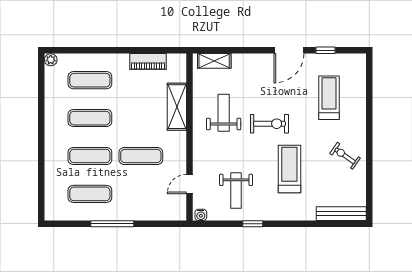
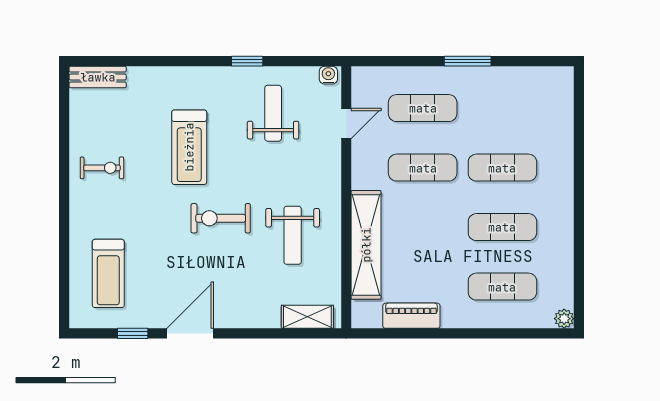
treadmill: (329, 98) -> (108, 273), moved
shelving: (177, 107) -> (366, 245), width x1.47
exercise bike: (345, 156) -> (102, 168), turned -35
exercise mat: (90, 194) -> (423, 108), moved
bench: (341, 214) -> (98, 77), width x0.73
window: (112, 224) -> (468, 61), width x0.69

